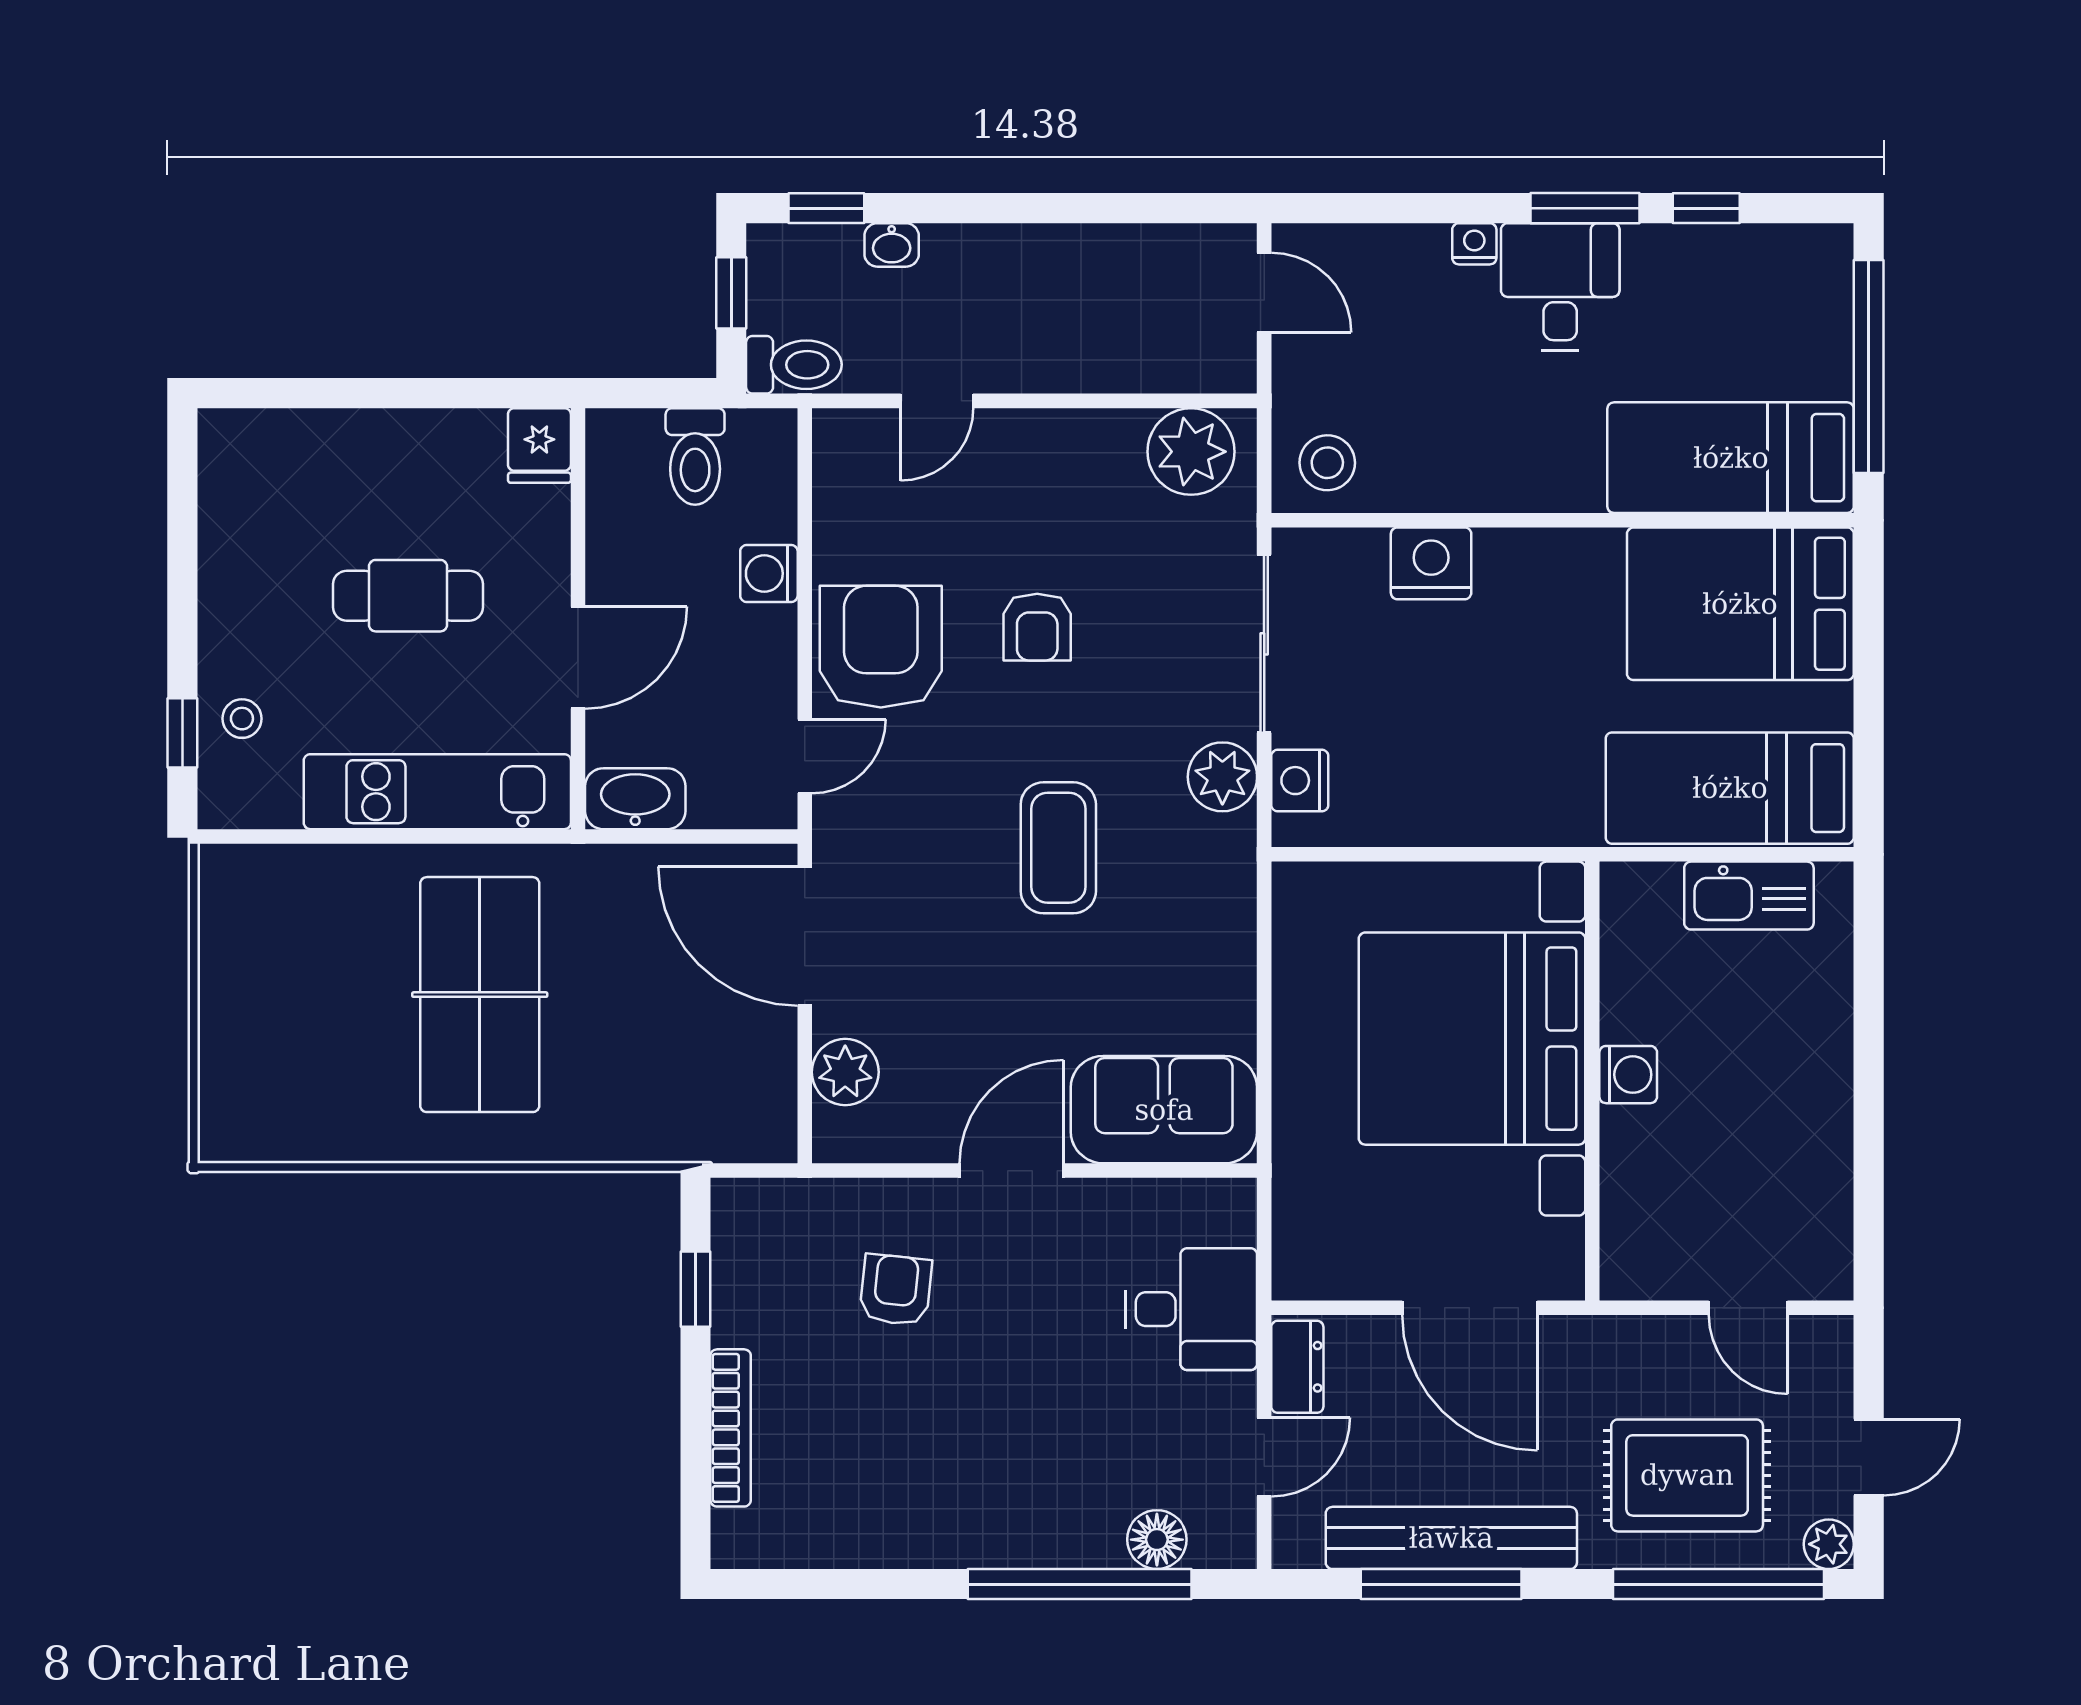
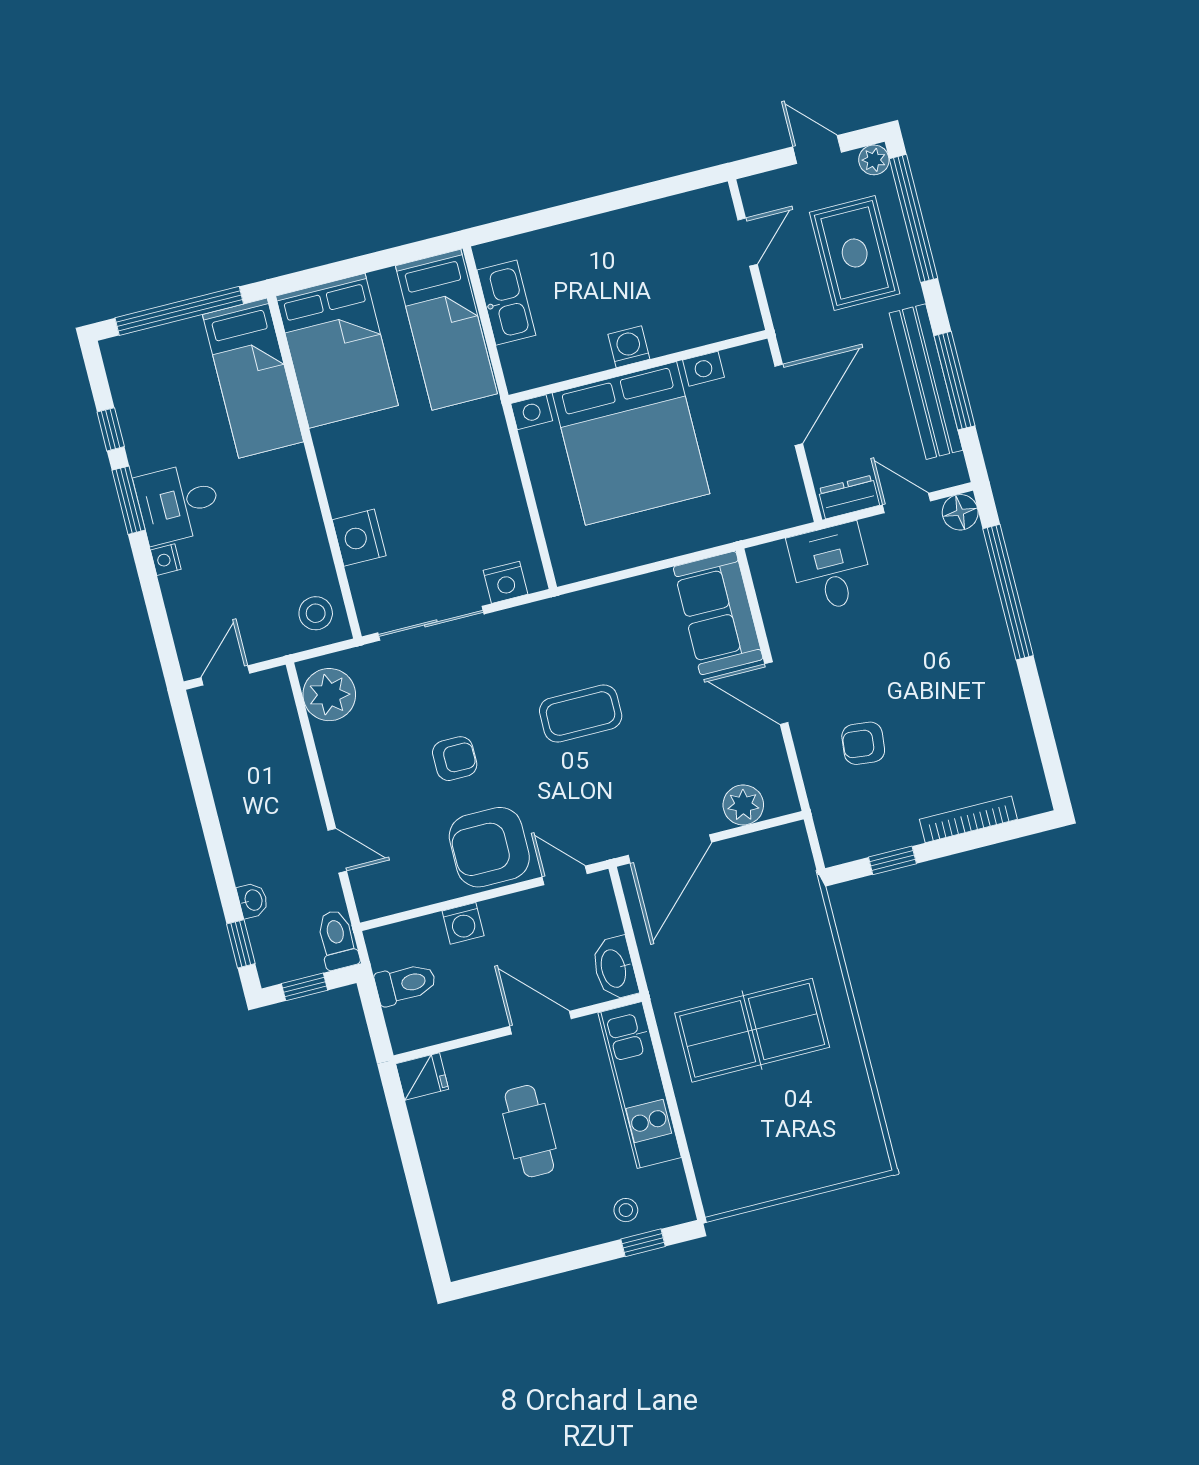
plant: (1222, 777) -> (515, 628), removed
floor lamp: (1157, 1540) -> (960, 512), moved

